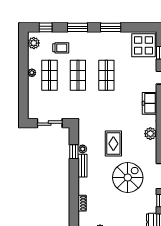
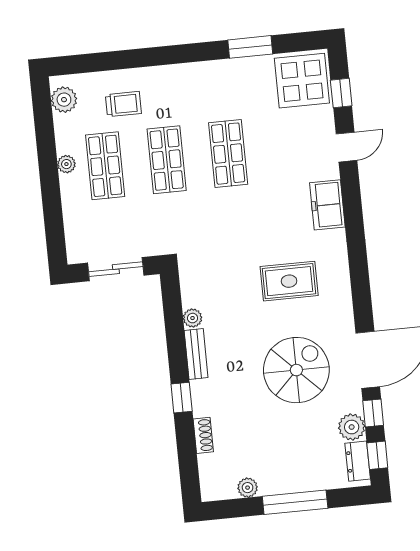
window: (46, 27) -> (86, 63), removed
window: (78, 27) -> (156, 56), removed
window: (111, 27) -> (250, 47), moved
plant: (150, 134) -> (352, 427), moved
rug: (113, 144) -> (289, 281), moved, turned 90
window: (74, 152) -> (182, 398), moved

